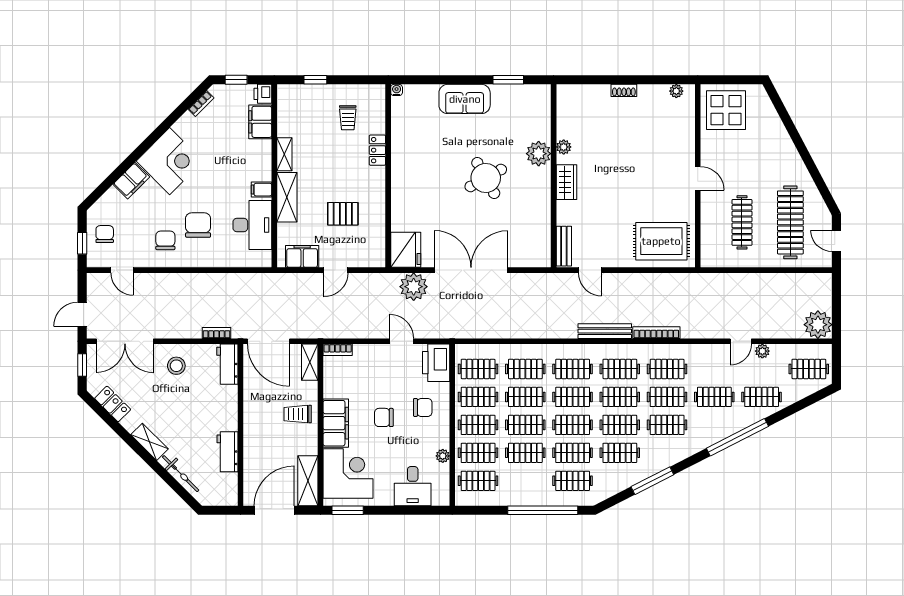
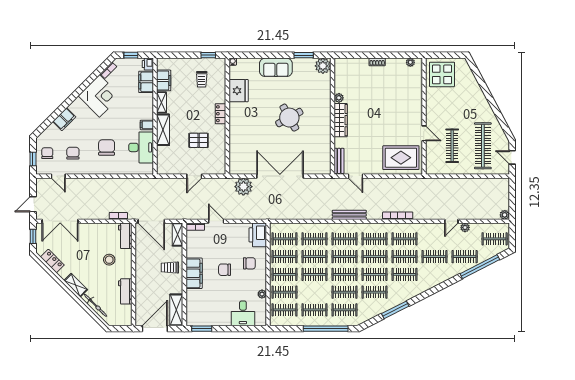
window: (315, 80) -> (208, 55), moved
locker: (377, 150) -> (221, 114), moved
plant: (539, 154) -> (323, 66), moved
corner desk: (170, 161) -> (99, 96), moved
door: (698, 178) -> (424, 133), moved
wardrobe: (566, 182) -> (341, 120), width x1.50
chair: (165, 240) -> (73, 153), moved
fridge: (406, 250) -> (239, 91), moved
filing cabinet: (302, 256) -> (164, 80), moved, turned 90
plant: (818, 325) -> (505, 215), width x0.53, depth x0.53
bench: (605, 331) -> (349, 215), moved
door: (402, 341) -> (216, 221), moved
stool: (176, 366) -> (109, 260), moved
window: (737, 437) -> (480, 267), moved
clothes rail: (525, 453) -> (314, 310), moved
corner desk: (348, 474) -> (202, 305), removed

